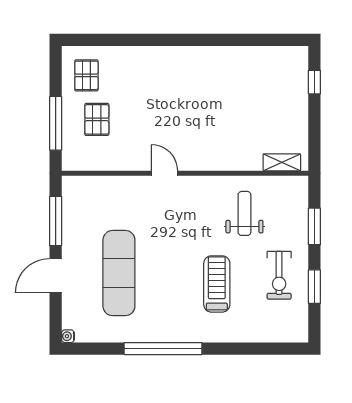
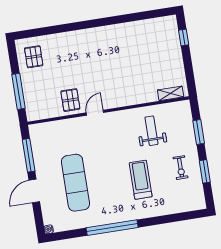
pallet: (97, 119) -> (70, 100), moved
door: (164, 173) -> (95, 113), hinge flipped
exercise bike: (279, 275) -> (180, 168), width x0.73, depth x0.72

